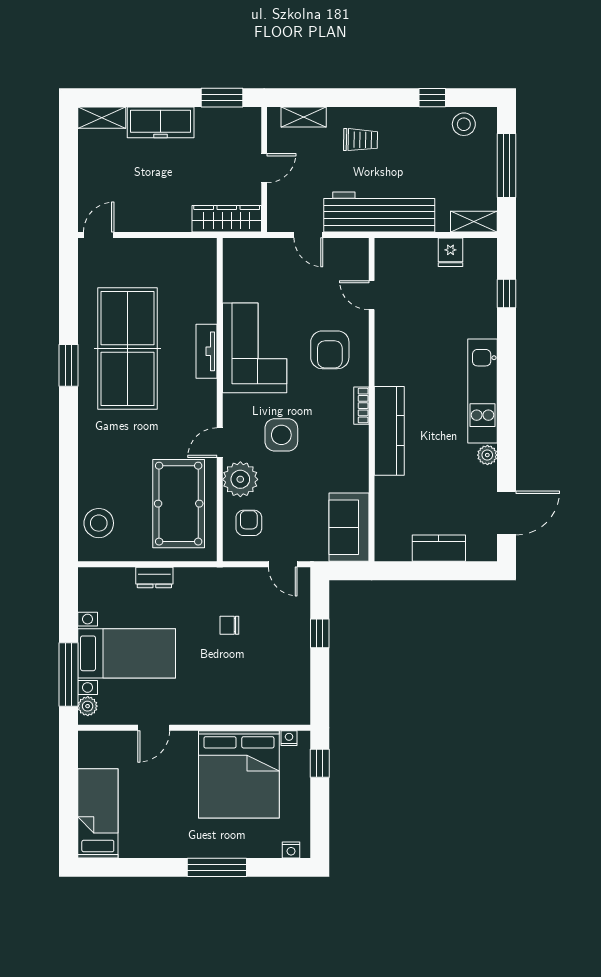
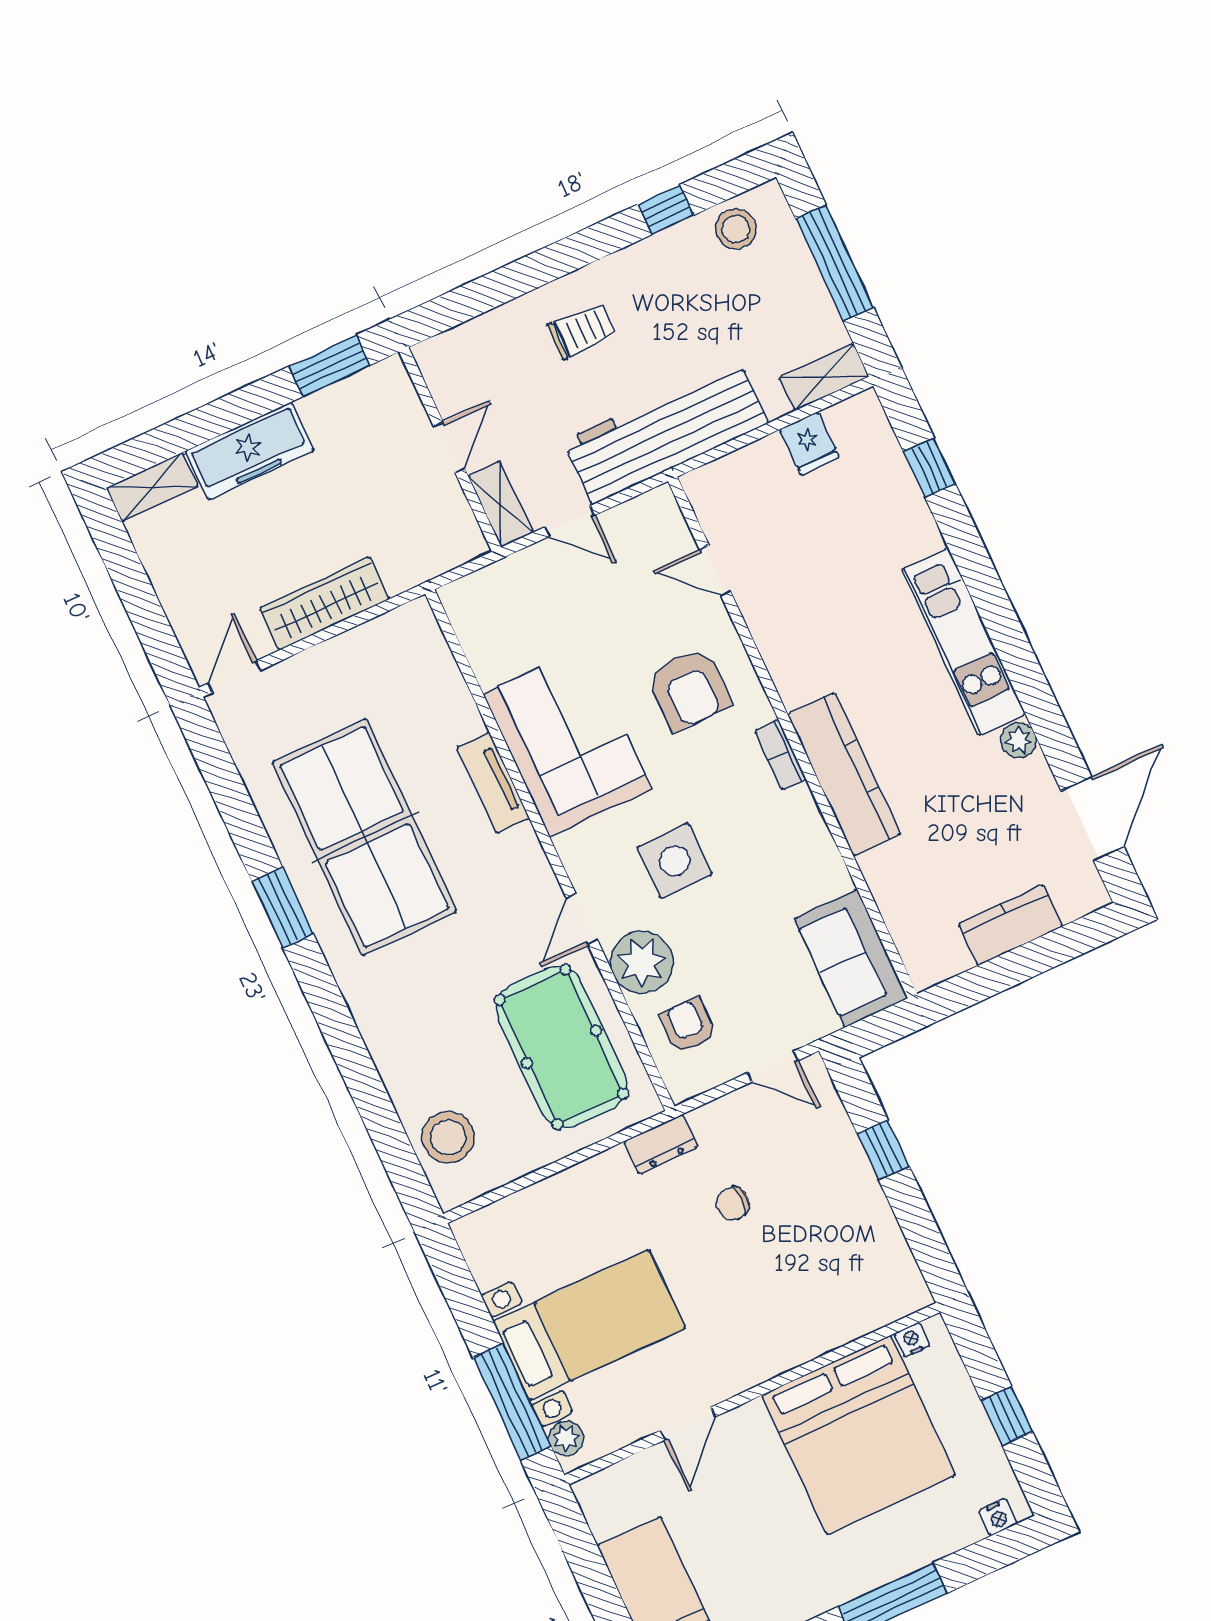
shelving: (304, 117) -> (501, 504), moved, turned 90
wardrobe: (227, 219) -> (324, 604), moved
dresser: (154, 577) -> (661, 1144), moved
window: (320, 763) -> (1007, 1416), moved

